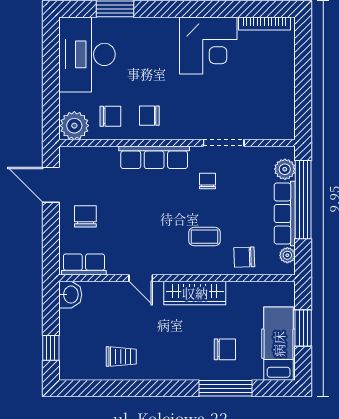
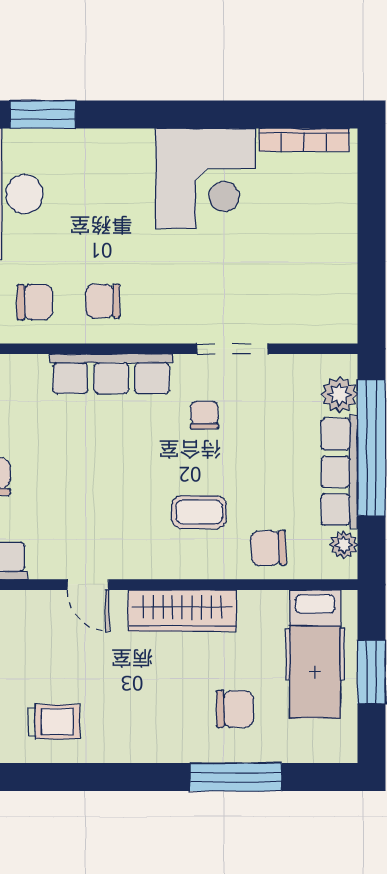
hospital bed: (279, 344) -> (315, 654), moved, turned 180

